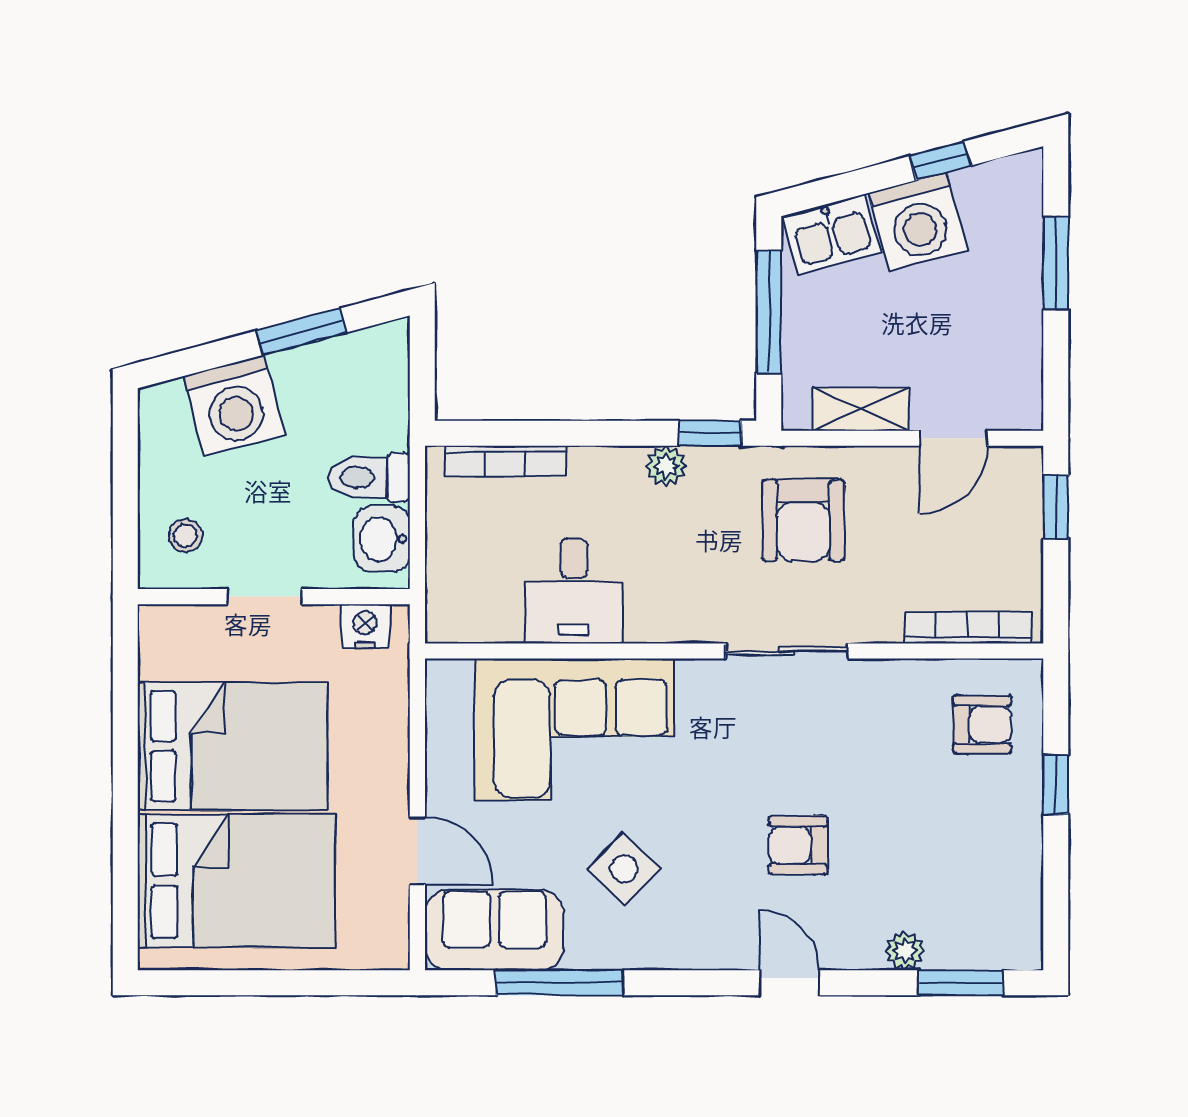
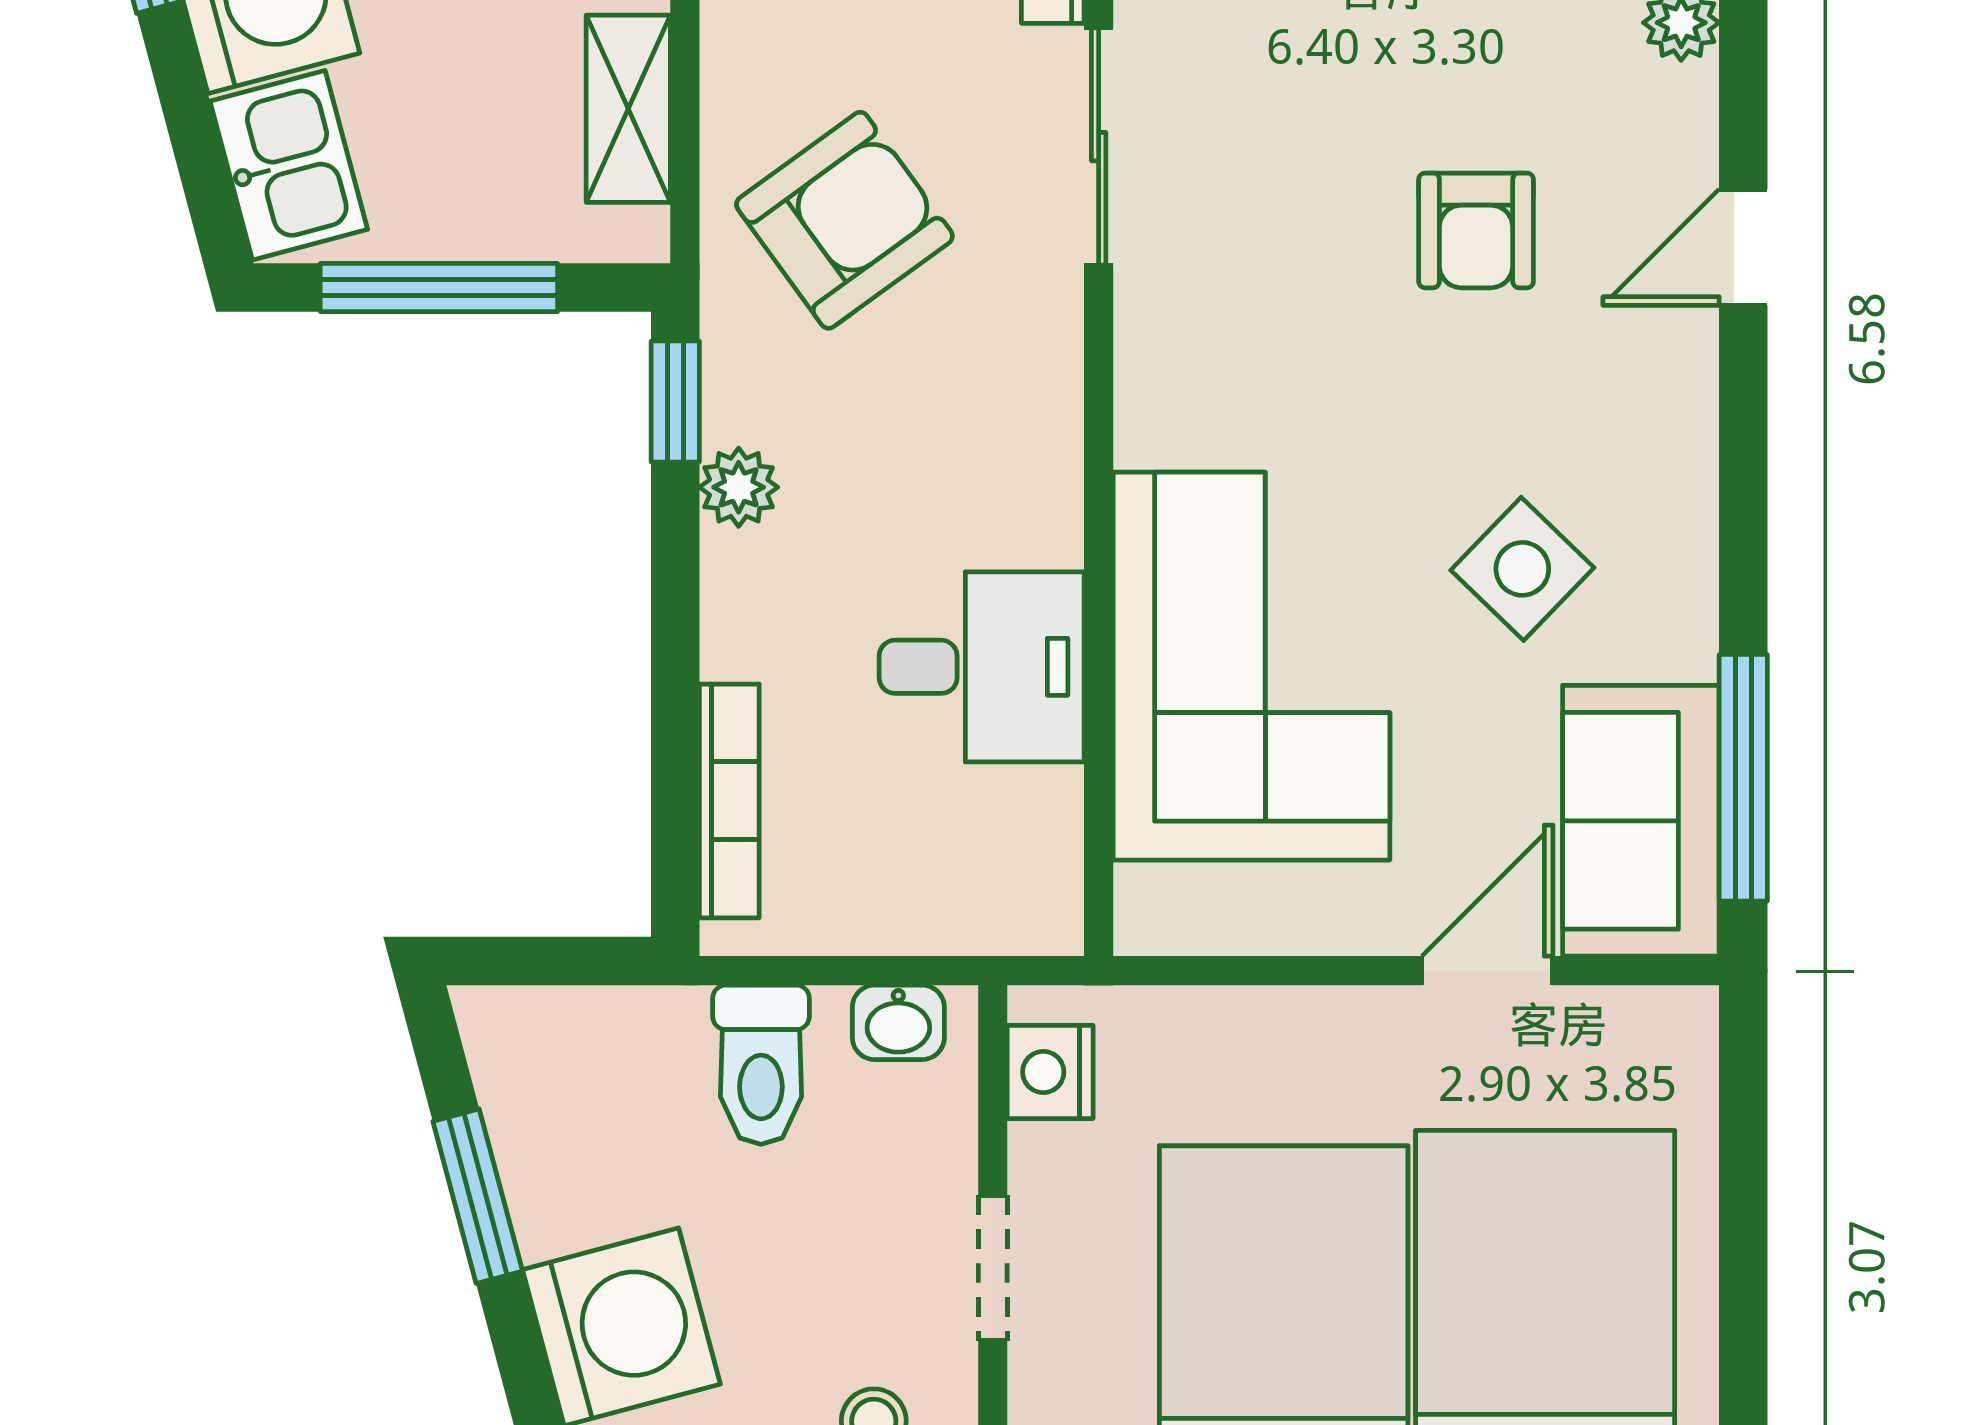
armchair: (803, 520) -> (844, 220), turned -36
washbasin: (382, 539) -> (898, 1022), width x0.72, depth x0.69
sliding door: (787, 651) -> (1099, 147), moved
window: (559, 983) -> (1743, 778), moved

